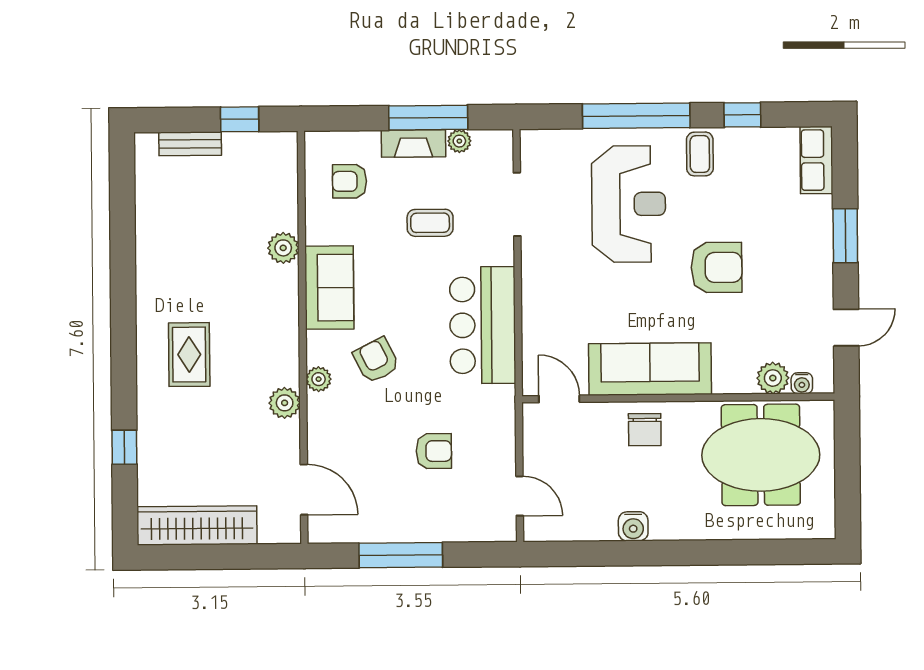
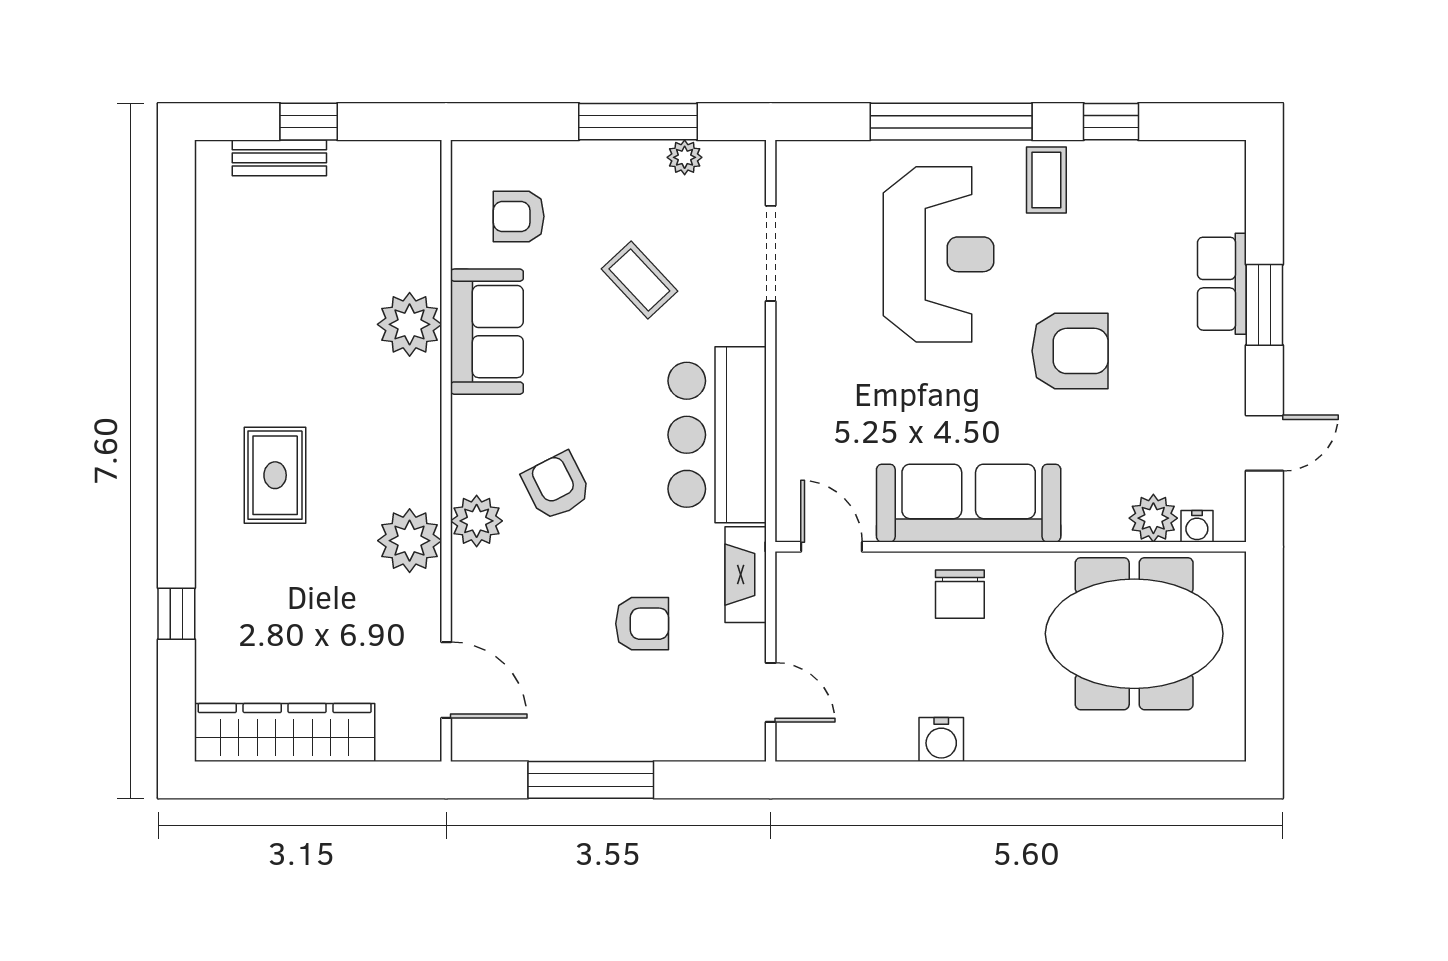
window: (240, 119) -> (309, 122), moved
fireplace: (413, 144) -> (746, 575), moved, turned 90
row of seats: (816, 160) -> (1222, 284), moved
coffee table: (430, 223) -> (639, 280), turned 47
plant: (283, 248) -> (410, 324), width x1.36, depth x1.36
sofa: (329, 288) -> (487, 332), moved
plant: (319, 379) -> (477, 521), width x1.38, depth x1.38
plant: (285, 403) -> (410, 541), width x1.36, depth x1.36

